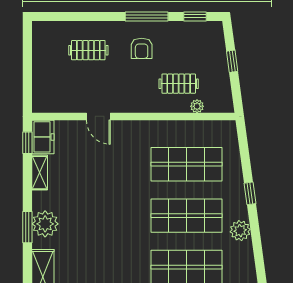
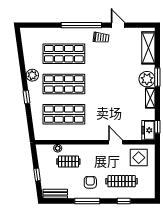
window: (195, 16) -> (124, 201), moved
bench: (201, 29) -> (55, 194), added
clothes rail: (88, 50) -> (122, 181), width x1.36
display table: (59, 90) -> (139, 158), added
shelving: (40, 173) -> (150, 98), moved

